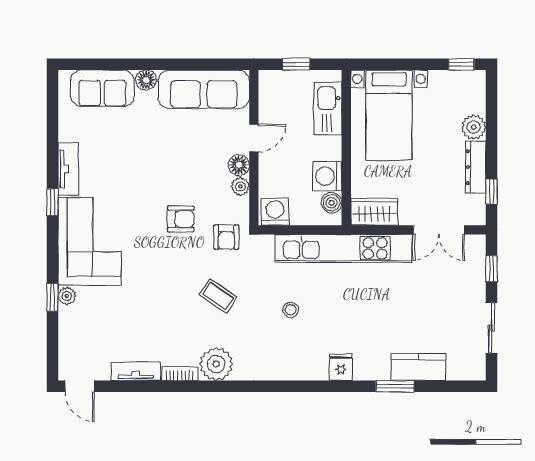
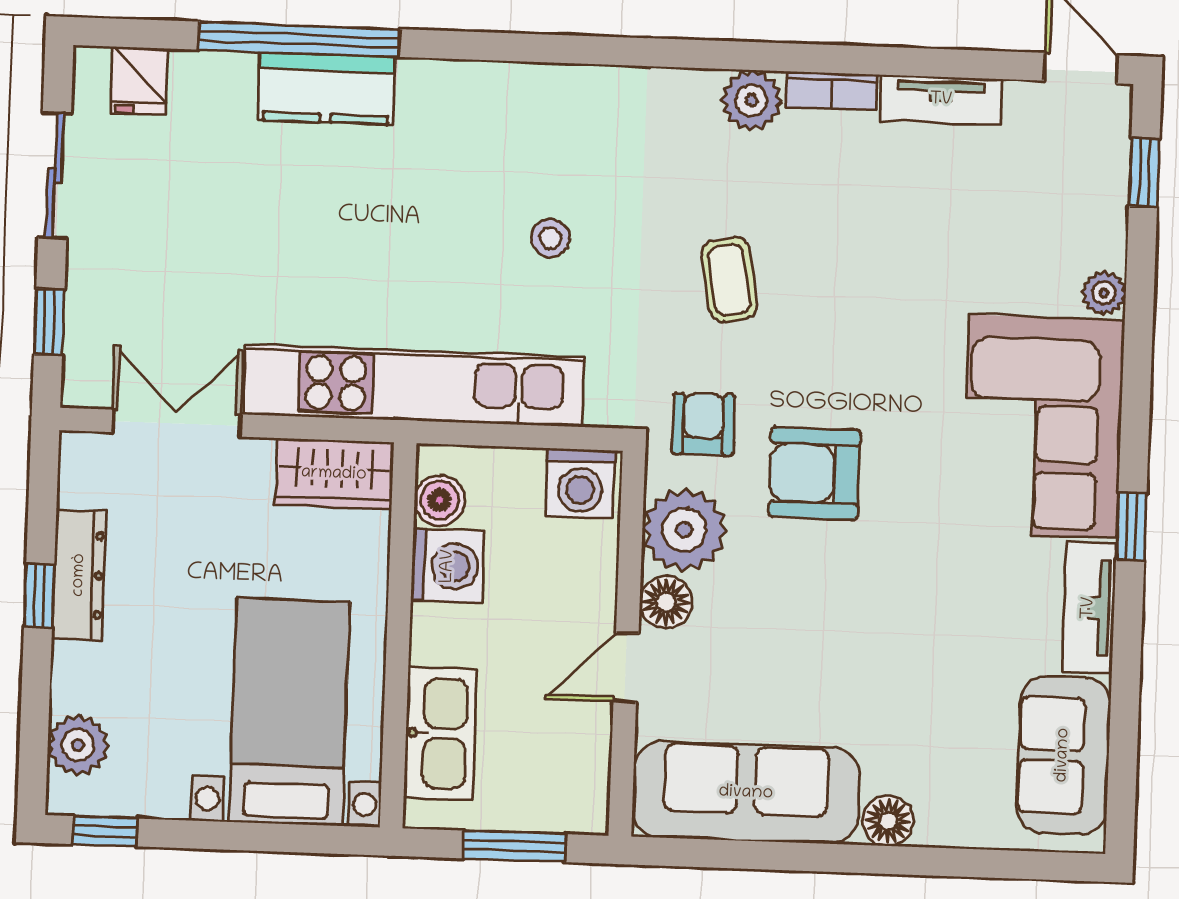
window: (296, 64) -> (514, 846), width x1.50
sofa: (102, 88) -> (1063, 755), moved, turned -90
plant: (474, 127) -> (78, 745), moved
plant: (240, 186) -> (684, 530), width x1.87, depth x1.87
window: (491, 192) -> (39, 596), moved
armchair: (181, 219) -> (815, 473), width x1.38, depth x1.38
coffee table: (218, 296) -> (729, 280), turned 46
window: (52, 297) -> (1144, 173), moved
plant: (216, 364) -> (751, 100), width x0.73, depth x0.73
fridge: (341, 367) -> (139, 81), moved
kitchen counter: (418, 367) -> (327, 88), moved
window: (395, 386) -> (299, 39), width x2.11

